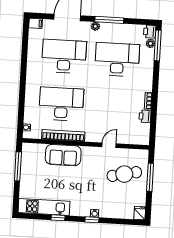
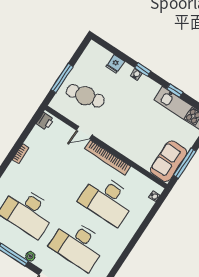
printer: (145, 116) -> (45, 121), moved
bookcase: (63, 135) -> (107, 157), moved
sofa: (63, 155) -> (169, 161), moved, turned -90
fridge: (140, 213) -> (115, 64), moved

